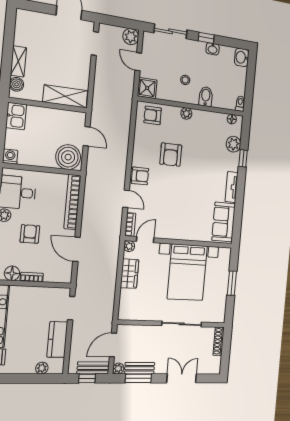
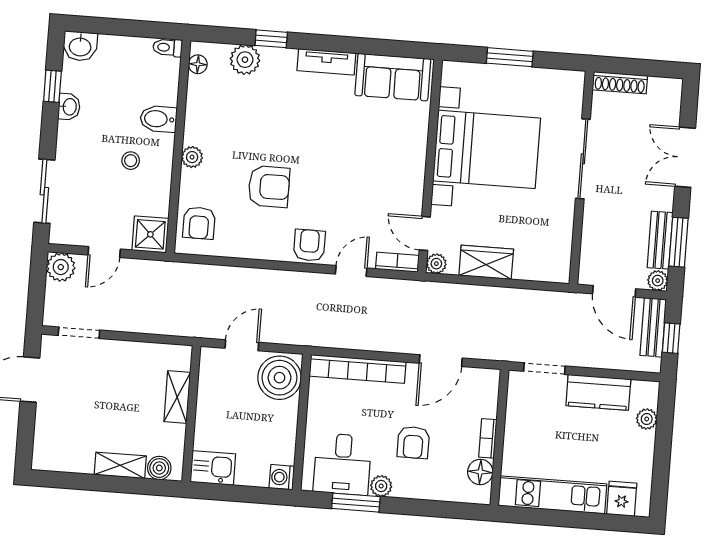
window: (206, 38) -> (52, 86), moved
shelving: (65, 96) -> (177, 397), width x0.67, depth x0.75
armchair: (30, 234) -> (413, 442), turned -90

